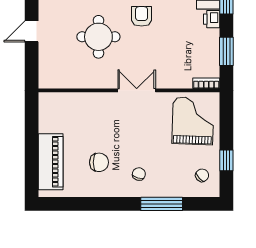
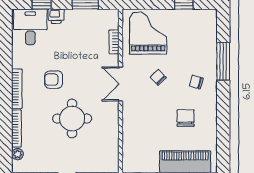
bookcase: (206, 83) -> (114, 42), moved
grand piano: (193, 121) -> (148, 33), turned 88
chair: (202, 175) -> (158, 77), moved

